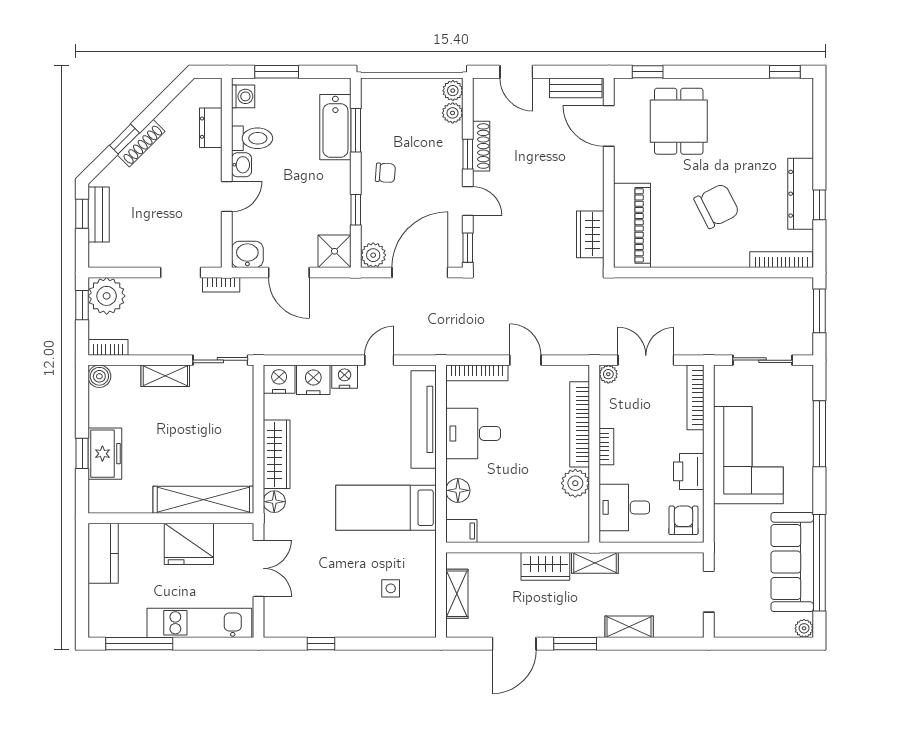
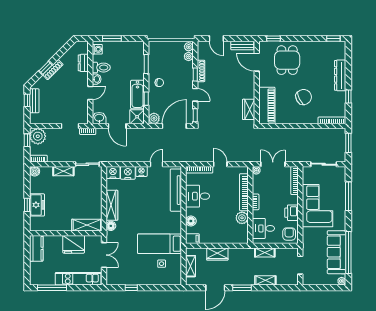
bathtub: (335, 127) -> (137, 94), moved
dresser: (801, 194) -> (340, 75), moved
shelving: (203, 500) -> (87, 225), width x0.68
bed: (386, 508) -> (160, 244), moved
shelving: (595, 563) -> (265, 253), moved
wardrobe: (545, 566) -> (217, 254), moved

